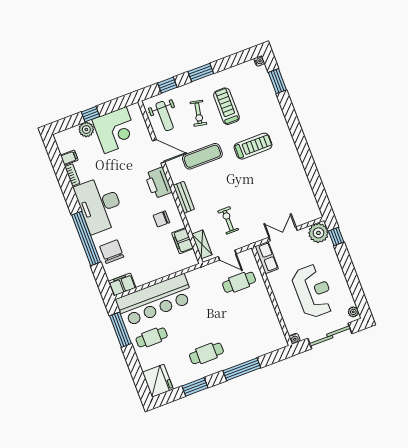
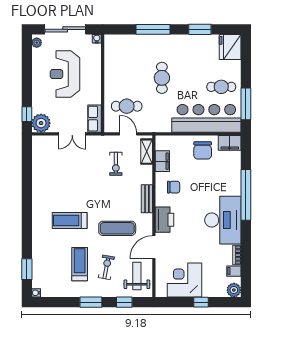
treadmill: (226, 106) -> (80, 264), turned 180
plant: (86, 130) -> (234, 290), moved
door: (159, 151) -> (154, 247), hinge flipped
chair: (112, 252) -> (203, 150), moved
cafe table: (206, 353) -> (162, 78), moved, turned 90

